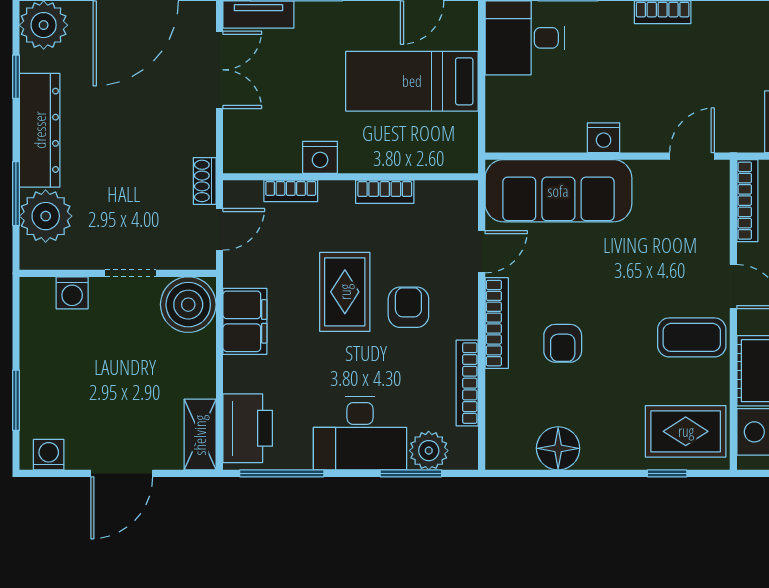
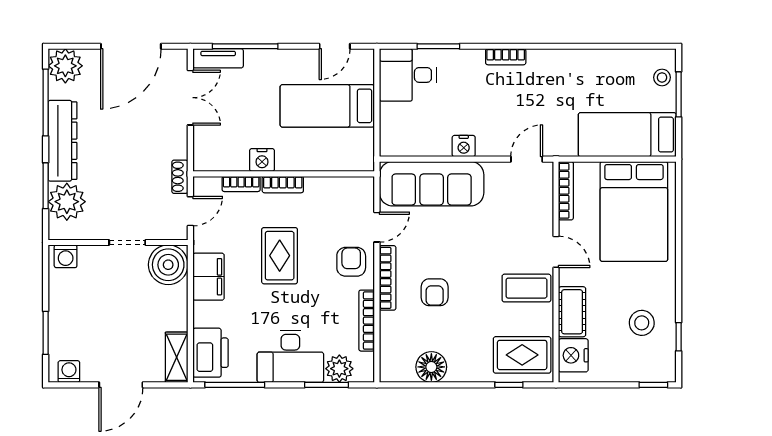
window: (16, 77) -> (46, 103), width x2.17
bookcase: (385, 192) -> (283, 185), moved
washing machine: (72, 293) -> (66, 256), moved
armchair: (408, 307) -> (351, 262), moved

